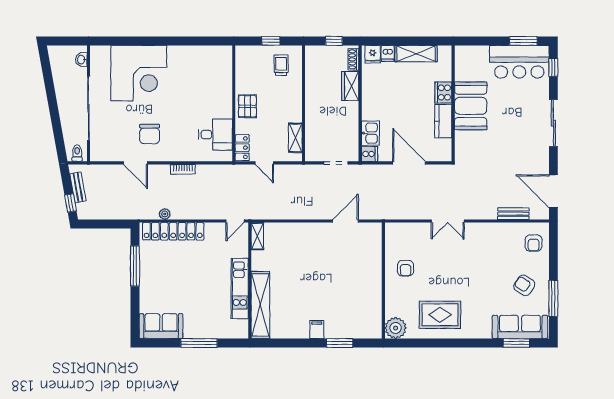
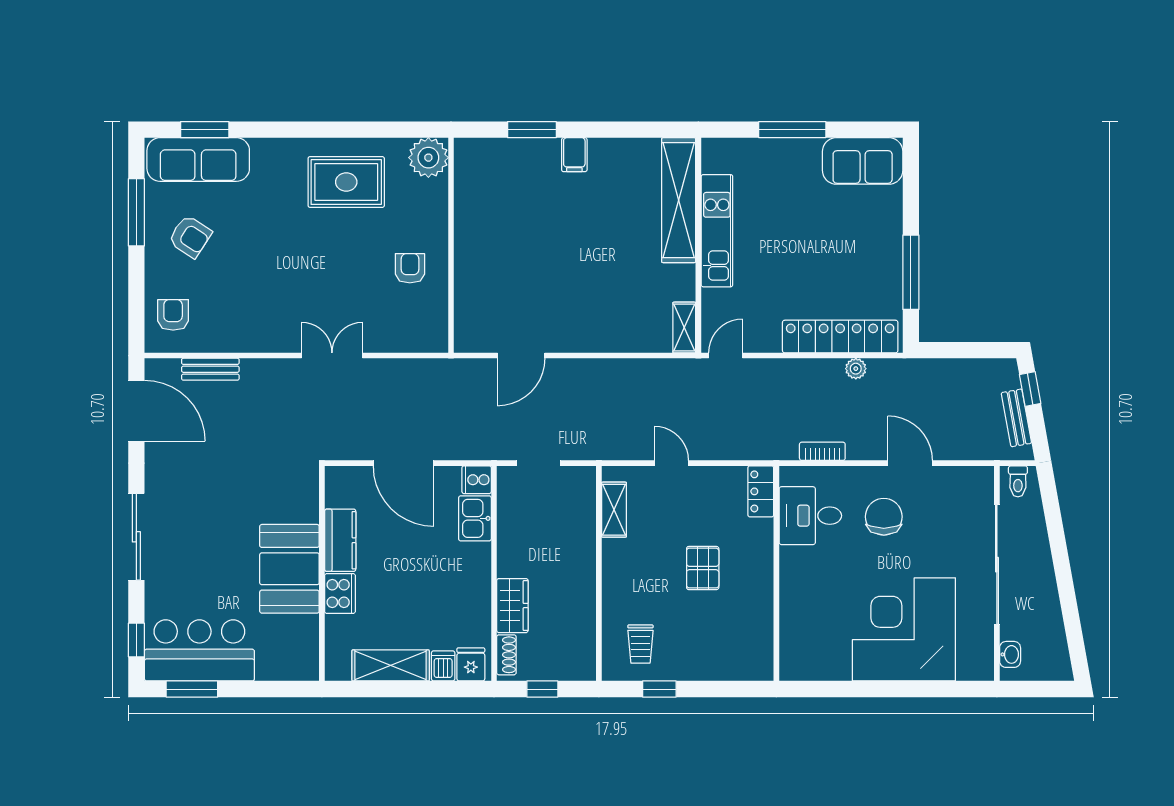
wall: (234, 103) -> (776, 573), moved
desk: (215, 135) -> (810, 516), moved
locker: (242, 148) -> (761, 491), moved

